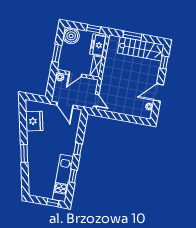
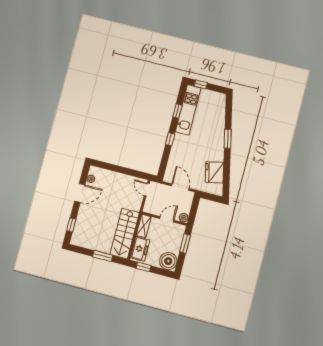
stairs: (141, 49) -> (125, 234), moved, turned -90

